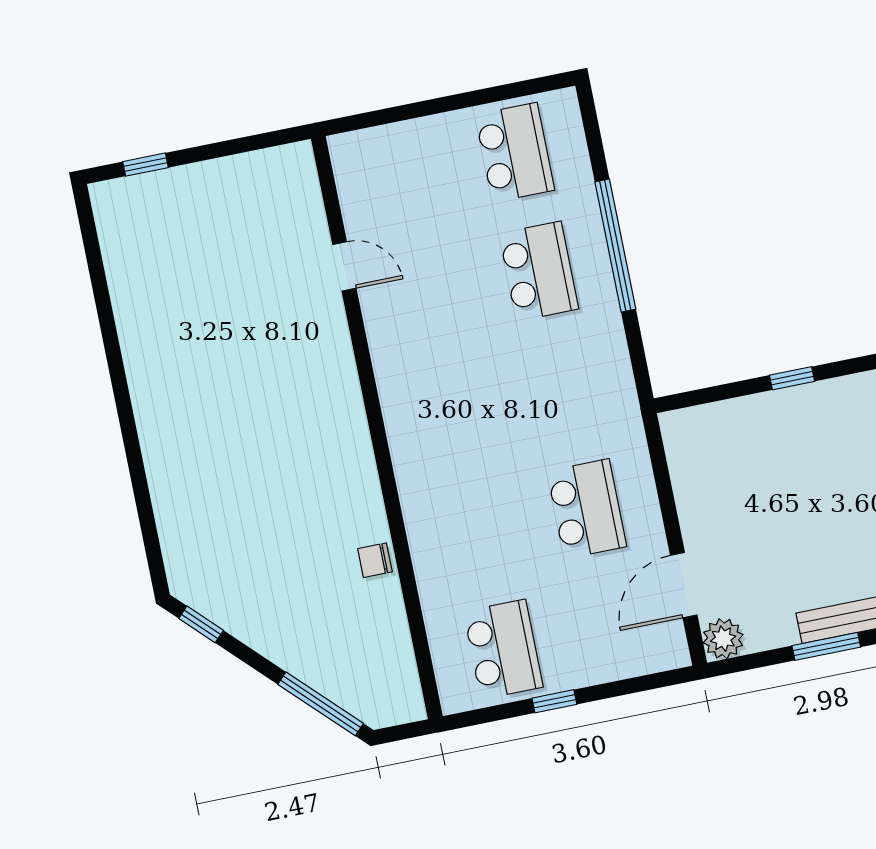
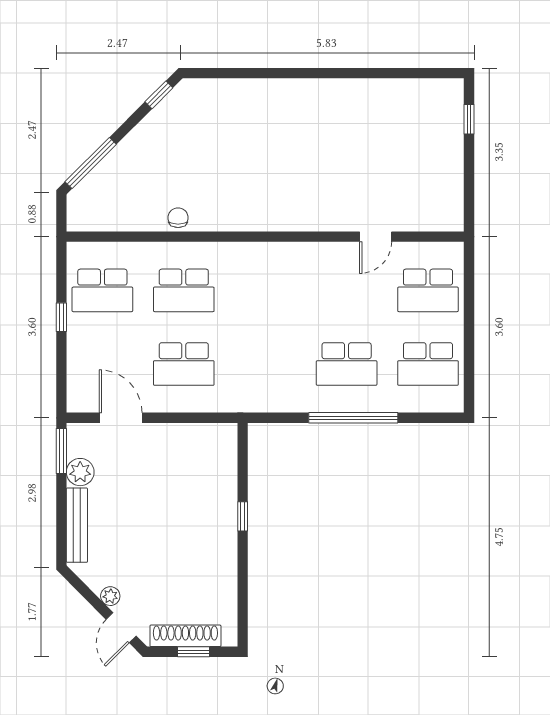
school desk: (407, 174) -> (428, 290), added
school desk: (479, 530) -> (184, 290), added
plant: (723, 639) -> (80, 472), moved
window: (826, 646) -> (61, 451), moved

